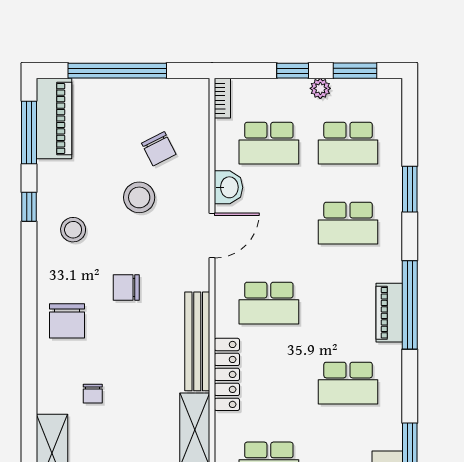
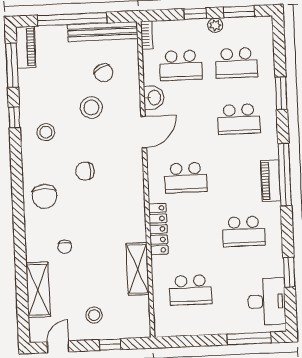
piano: (54, 119) -> (26, 47), width x0.73, depth x0.75
bench: (197, 341) -> (103, 32), moved, turned 90

